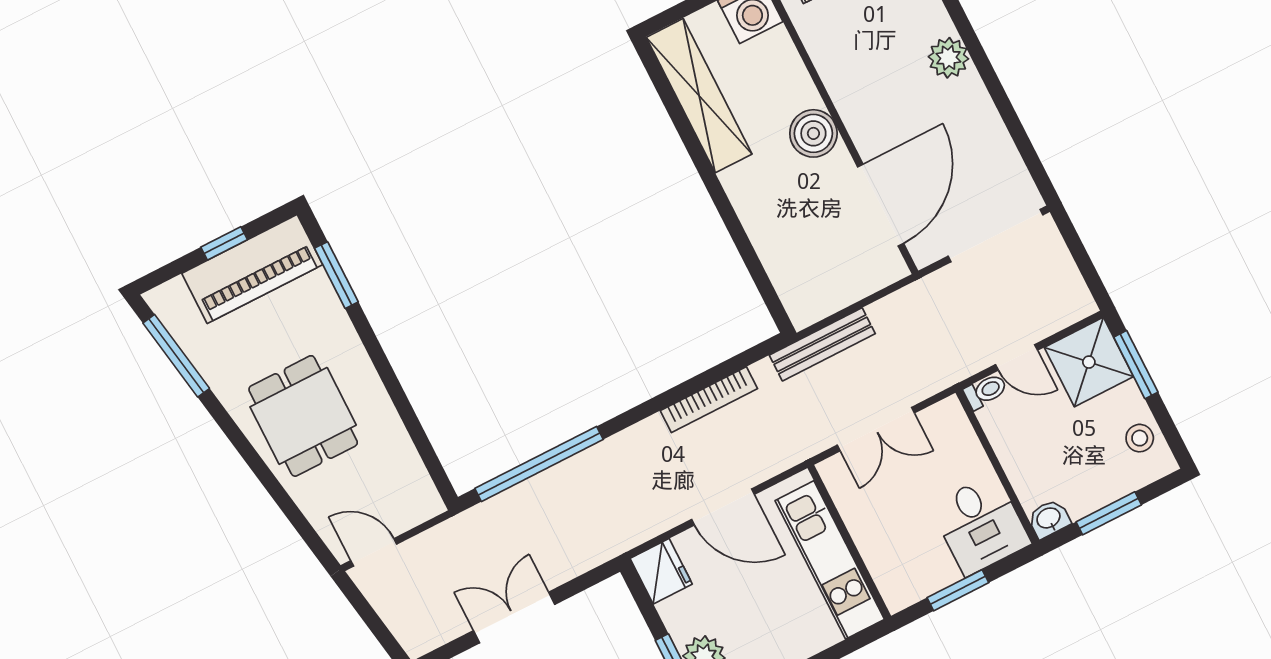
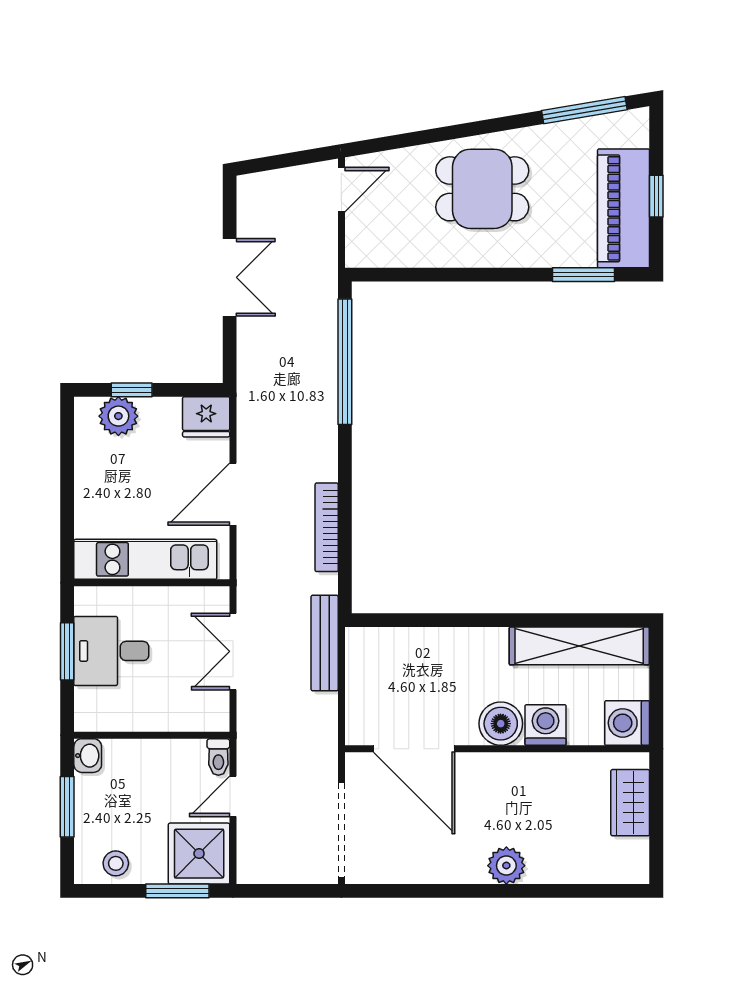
washing machine: (792, 89) -> (546, 725), added
desk: (980, 525) -> (111, 651), moved

